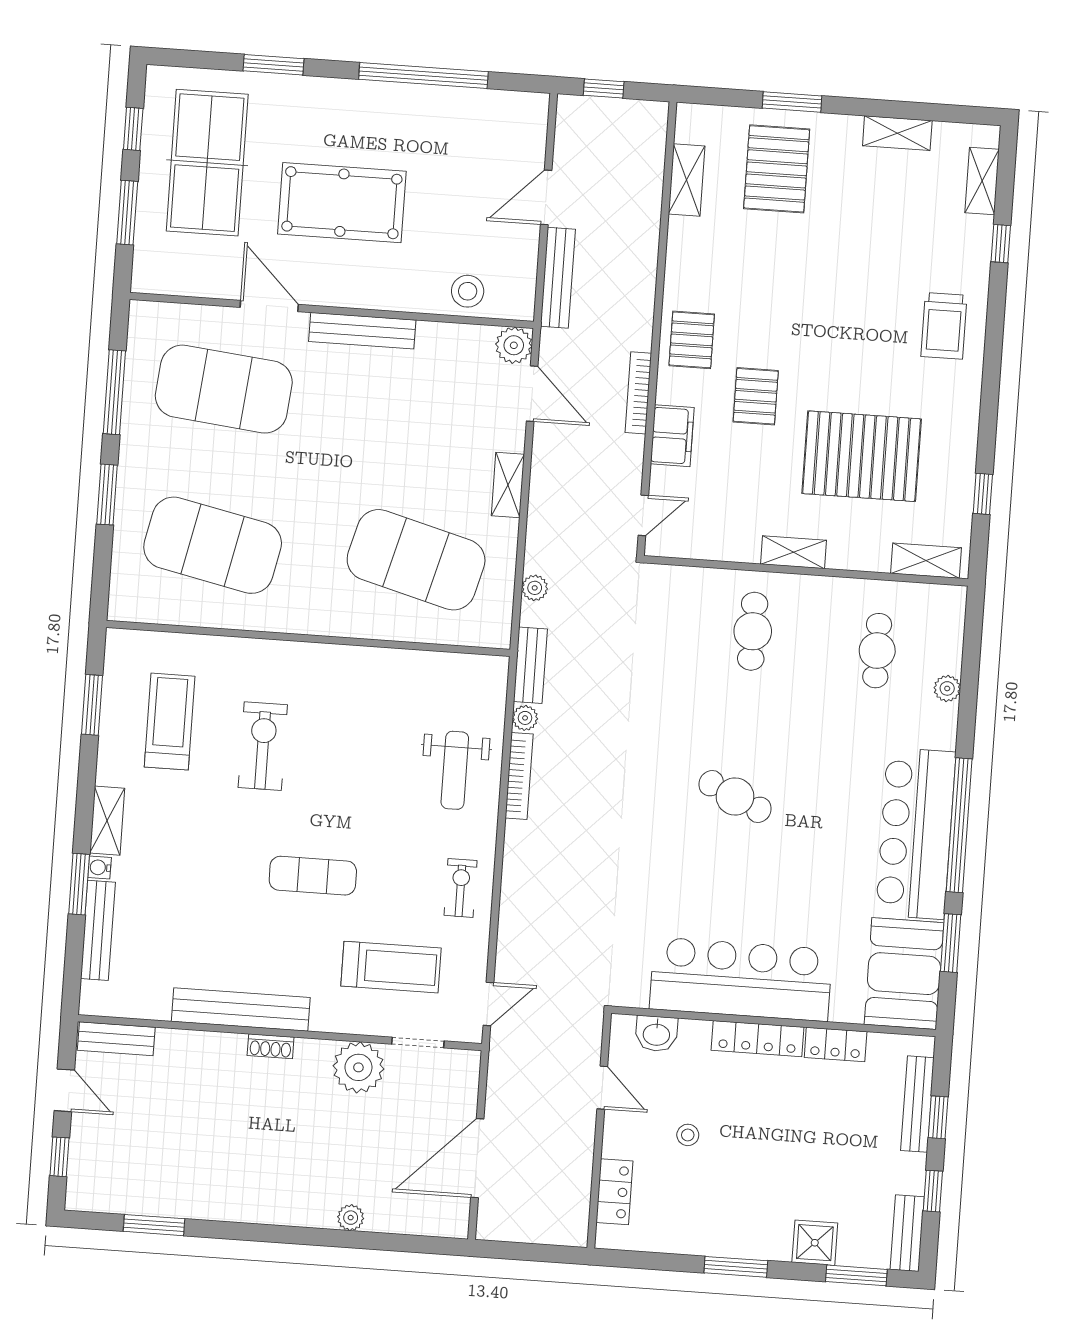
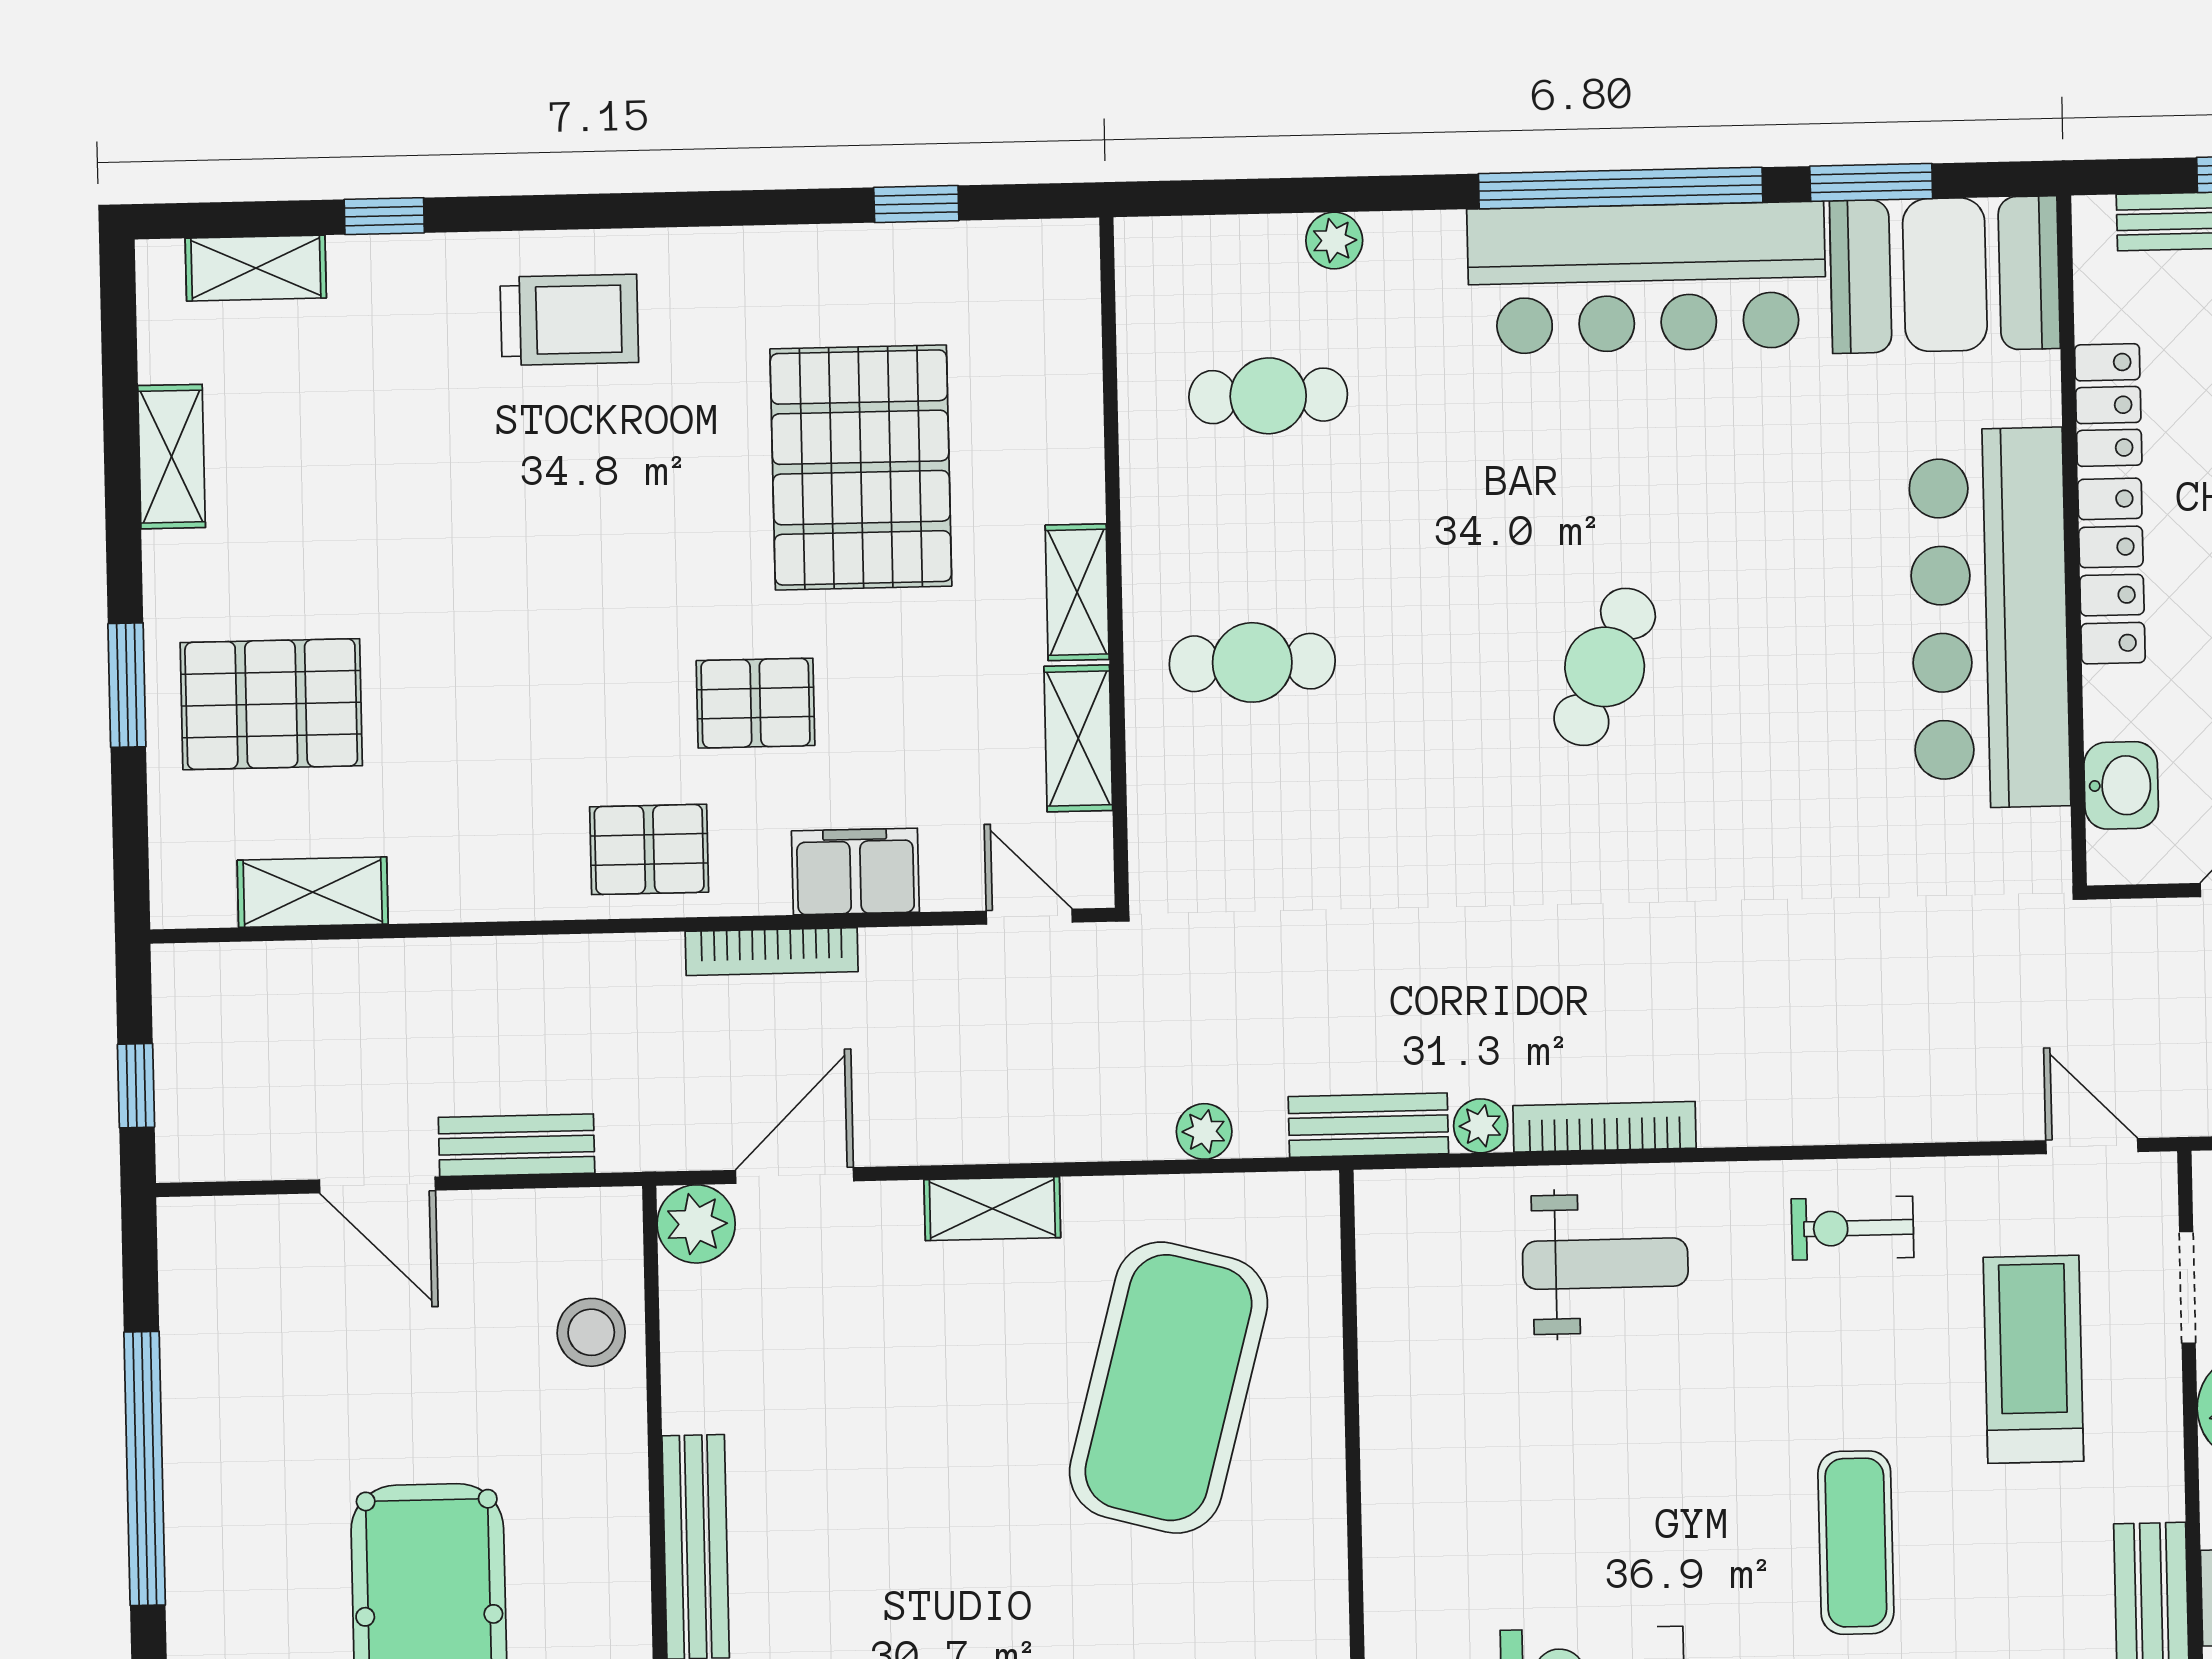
bench: (558, 278) -> (517, 1145), width x0.73
shelving: (926, 561) -> (1078, 738), moved

